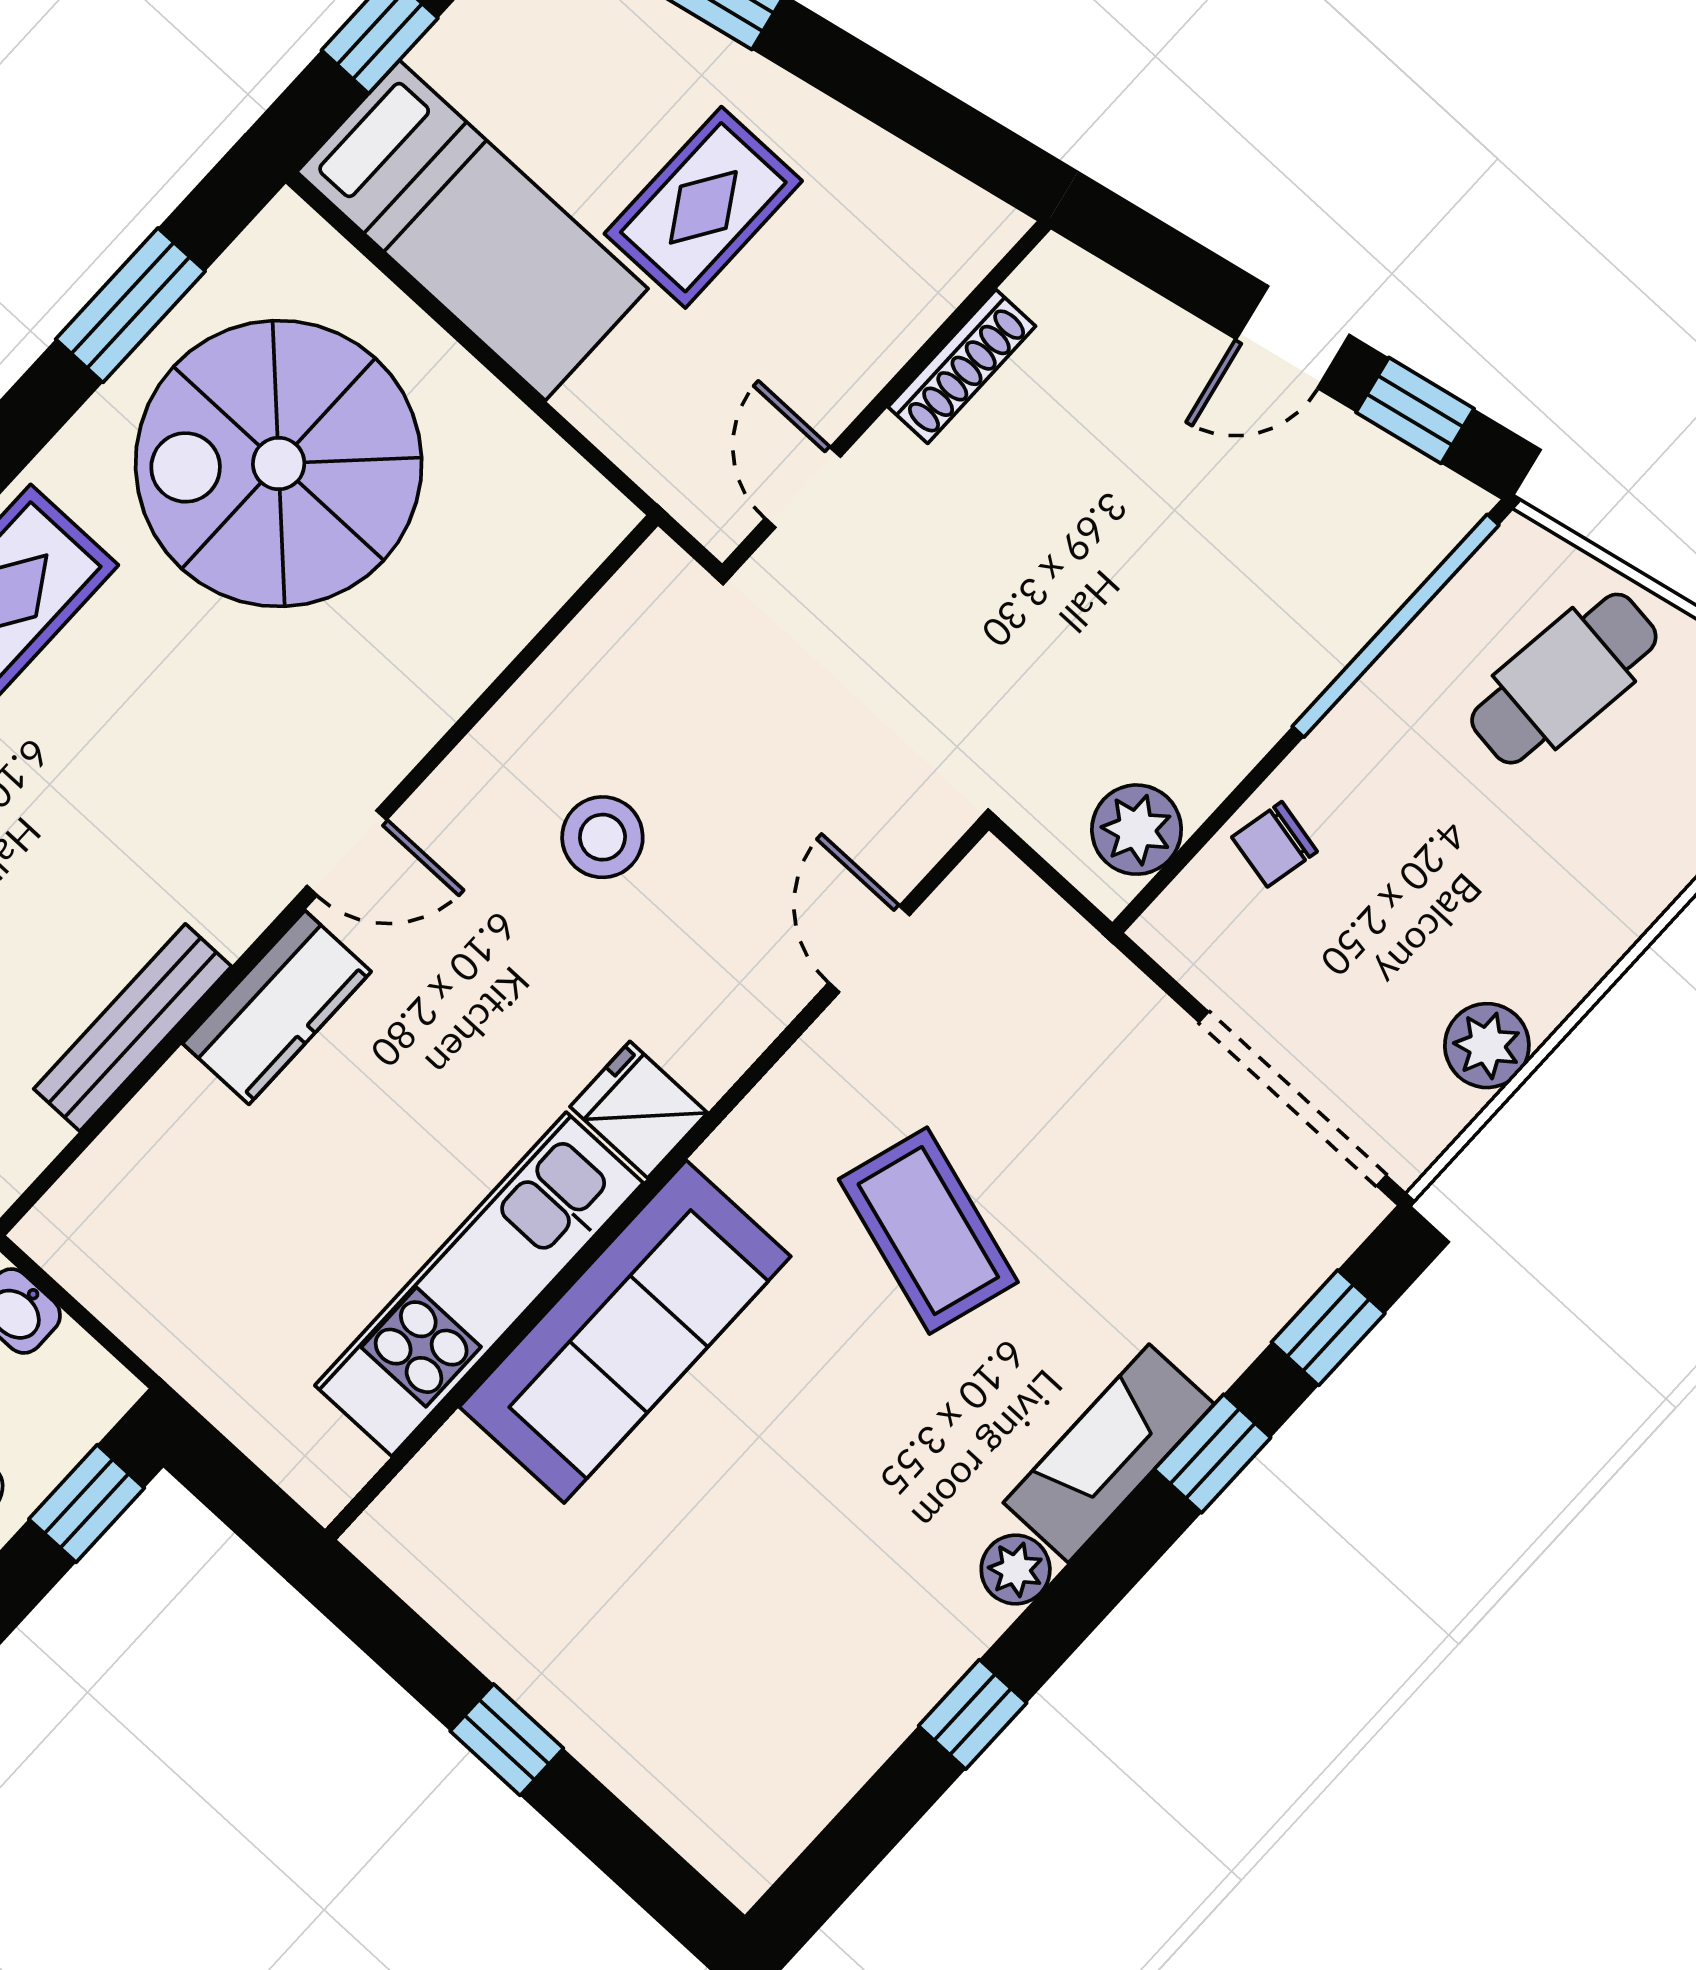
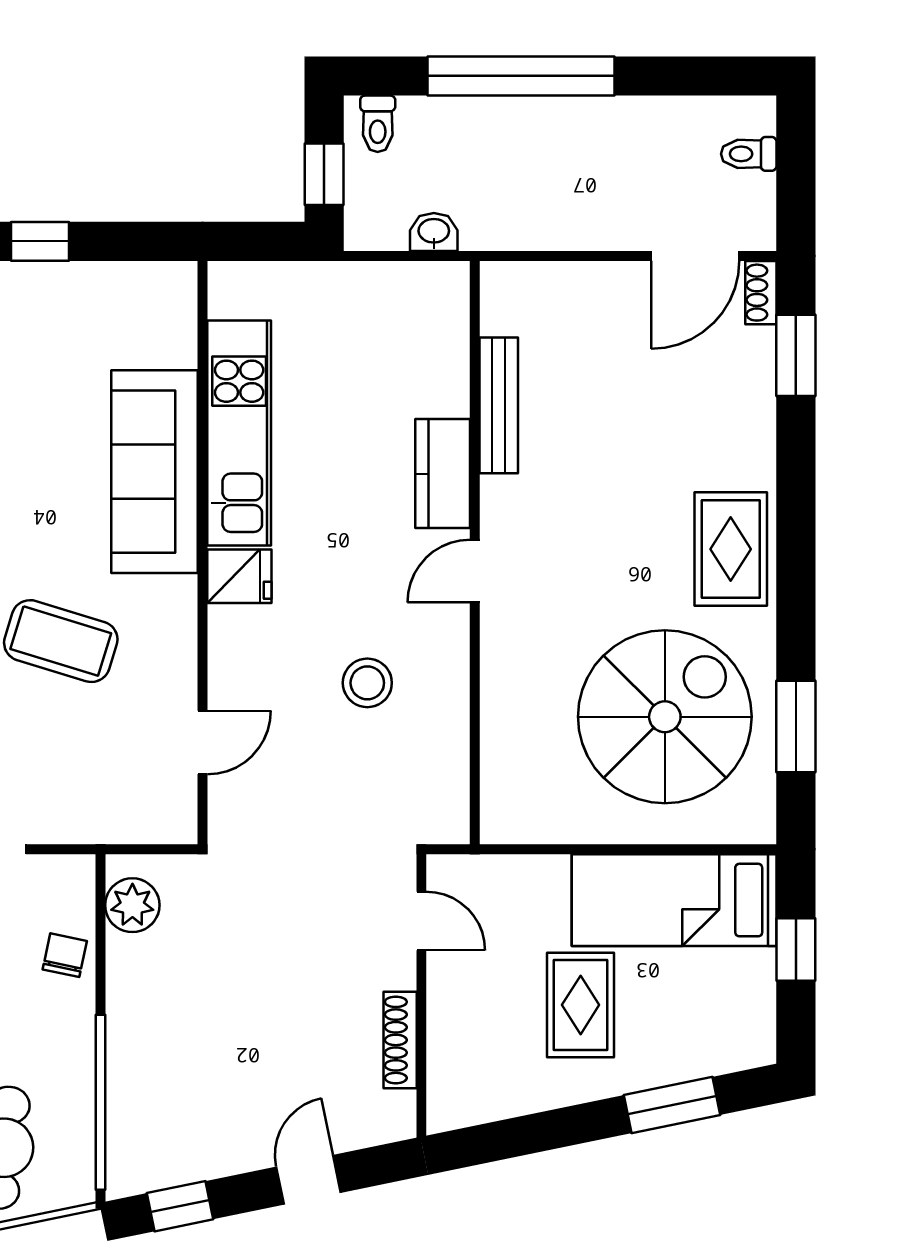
door: (1293, 337) -> (309, 1180), moved
door: (869, 949) -> (203, 742), hinge flipped

